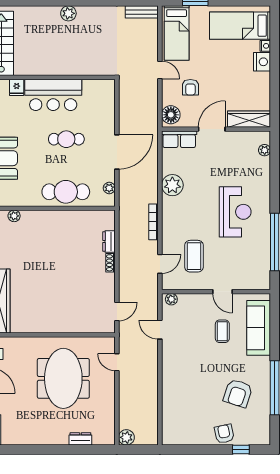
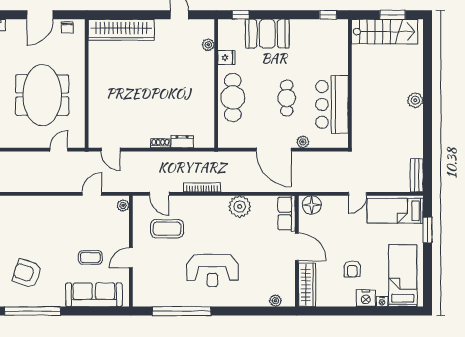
fridge: (17, 87) -> (226, 58), moved, turned 180
armchair: (190, 87) -> (352, 269), moved, turned -90
bar counter: (53, 95) -> (332, 104), moved
plant: (109, 188) -> (303, 142), moved
meeting table: (63, 378) -> (42, 95), turned 90

